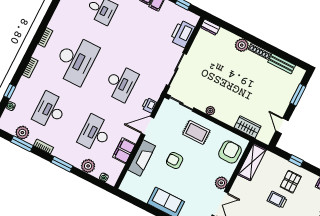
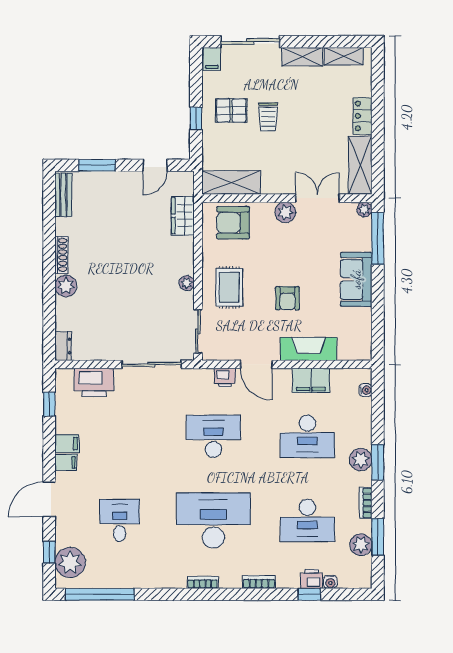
bench: (282, 64) -> (63, 195), moved
printer: (18, 97) -> (312, 579), added
plant: (88, 166) -> (361, 460), moved

